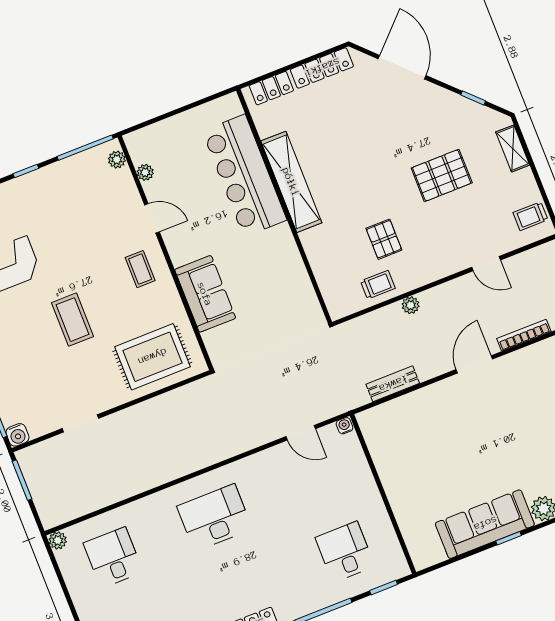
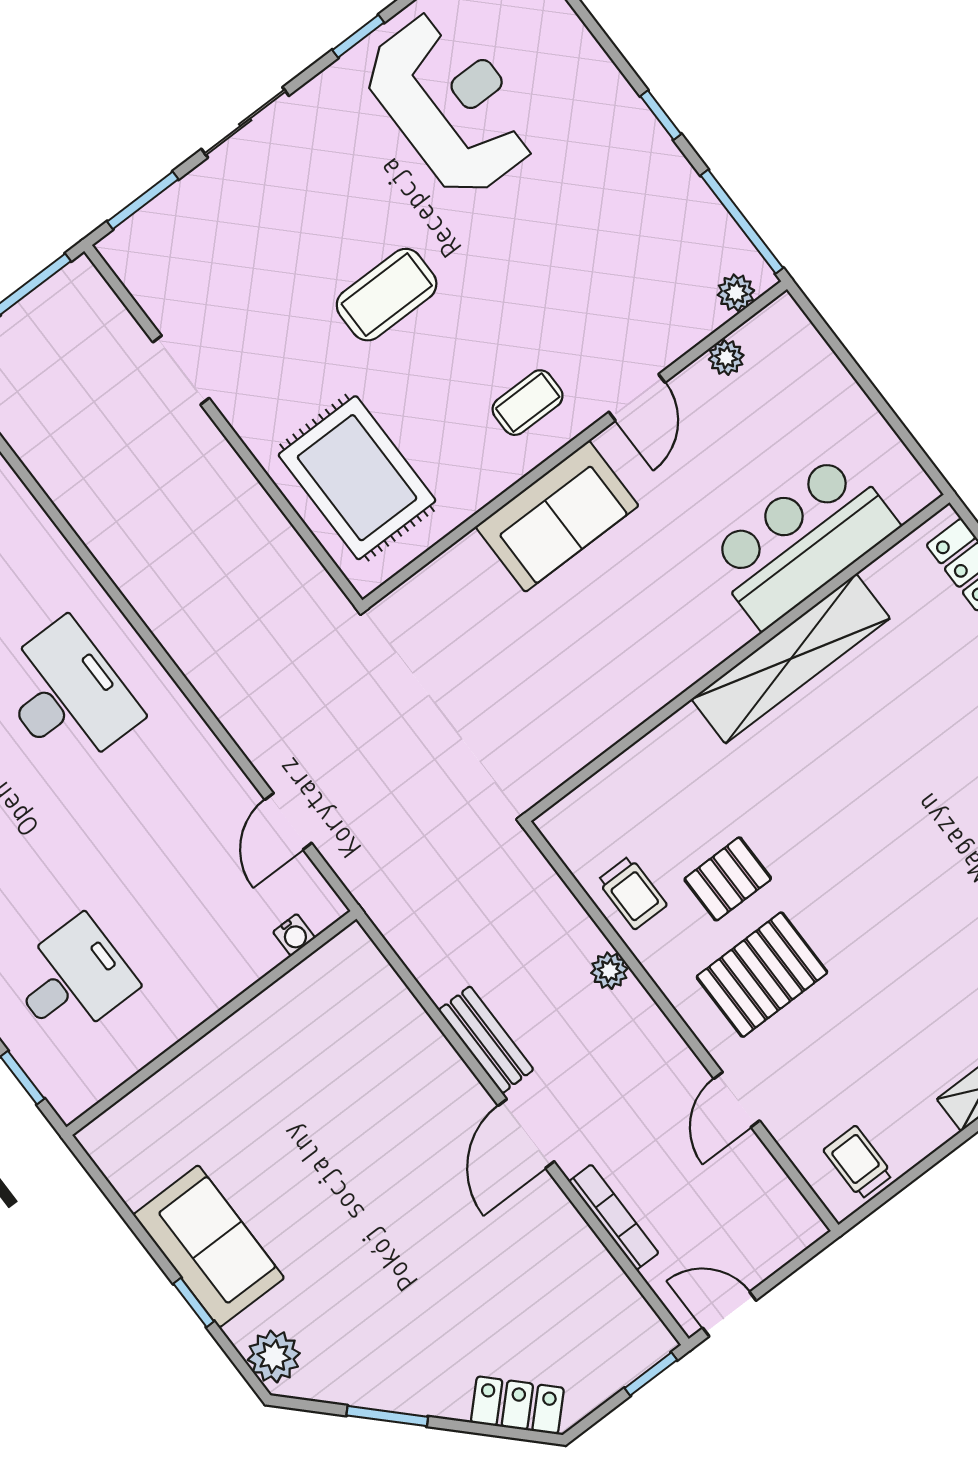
bar counter: (244, 175) -> (802, 541), width x0.73
pallet: (442, 175) -> (762, 975), moved, turned 90
sofa: (205, 294) -> (557, 516), moved
door: (474, 364) -> (526, 1134), swing flipped
bench: (393, 384) -> (486, 1040), moved
water cooler: (345, 426) -> (294, 935), moved, turned 90
water cooler: (17, 435) -> (122, 249), removed
sofa: (485, 524) -> (209, 1246), width x0.73

